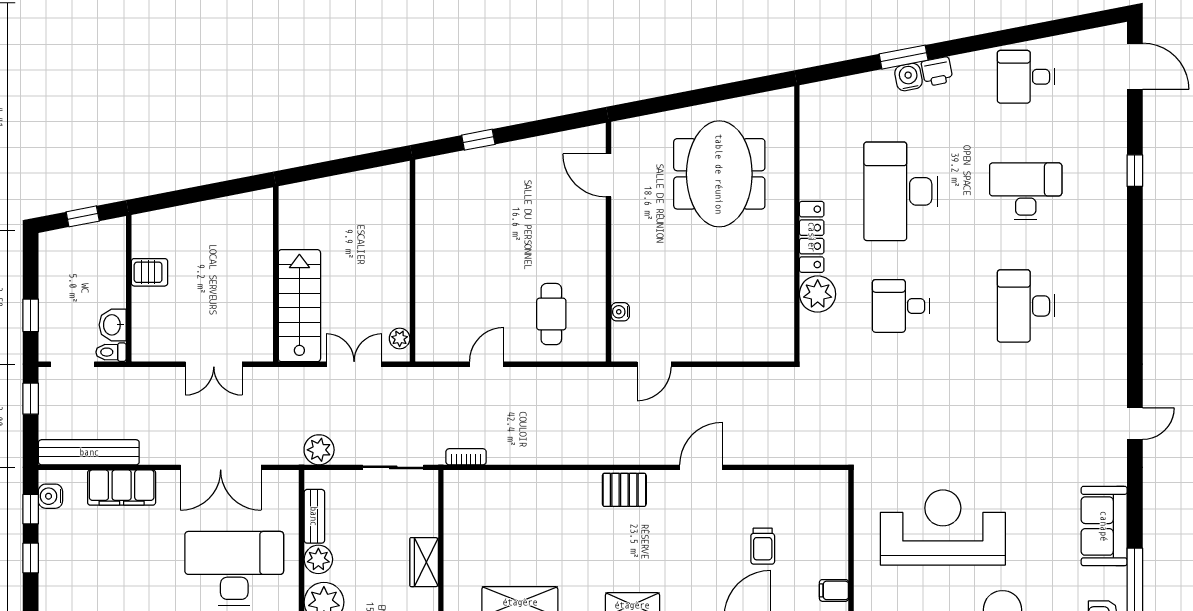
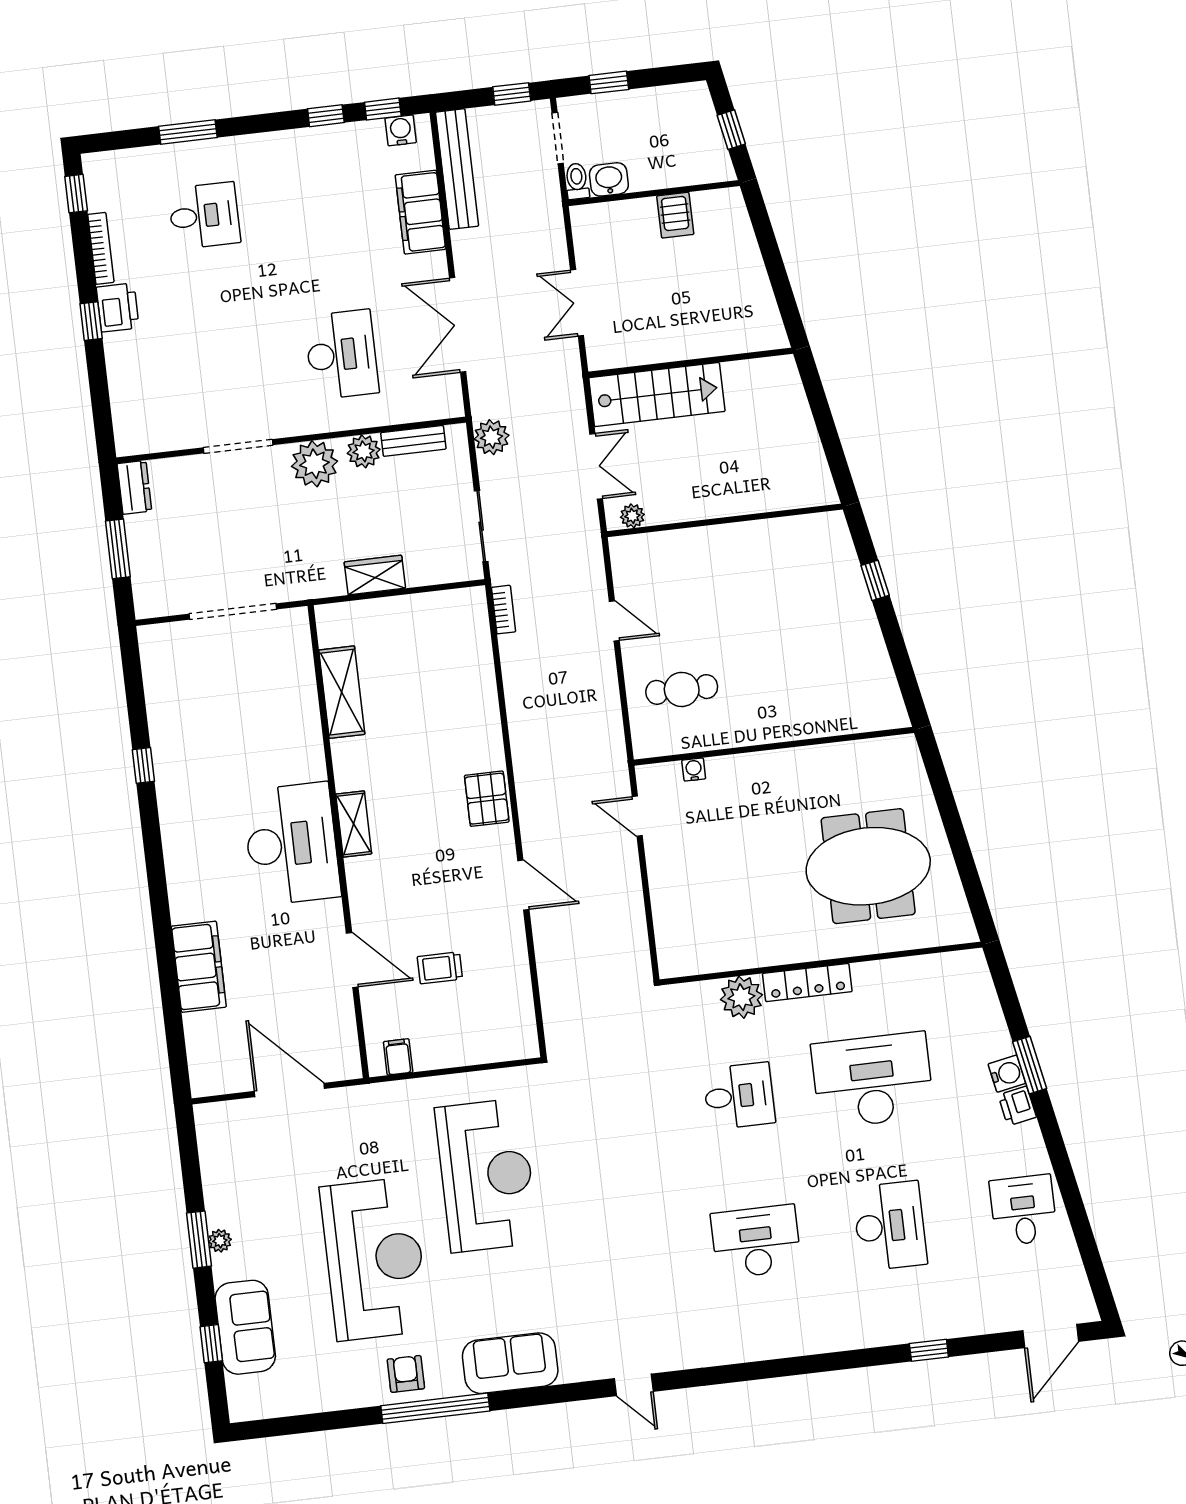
door: (609, 175) -> (851, 737), removed
desk: (901, 306) -> (739, 1096), turned 90
desk: (234, 568) -> (342, 355), width x0.73, depth x0.77

